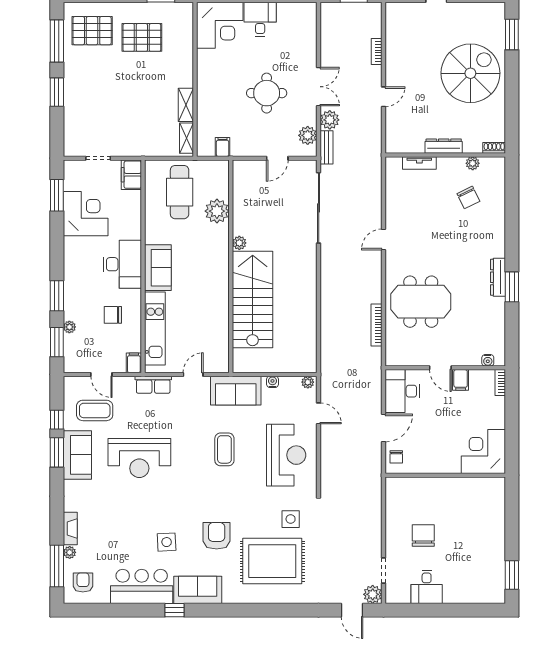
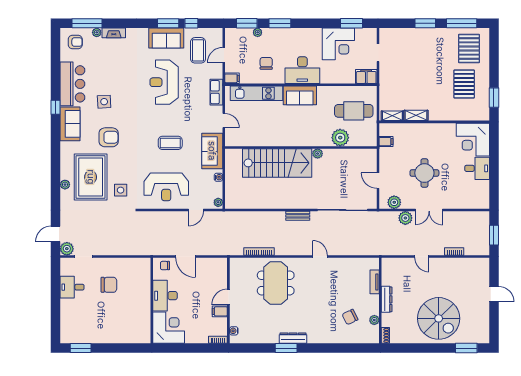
bench: (327, 147) -> (298, 216), moved
desk: (402, 391) -> (165, 296), moved, turned -90
plant: (283, 597) -> (65, 185), added

